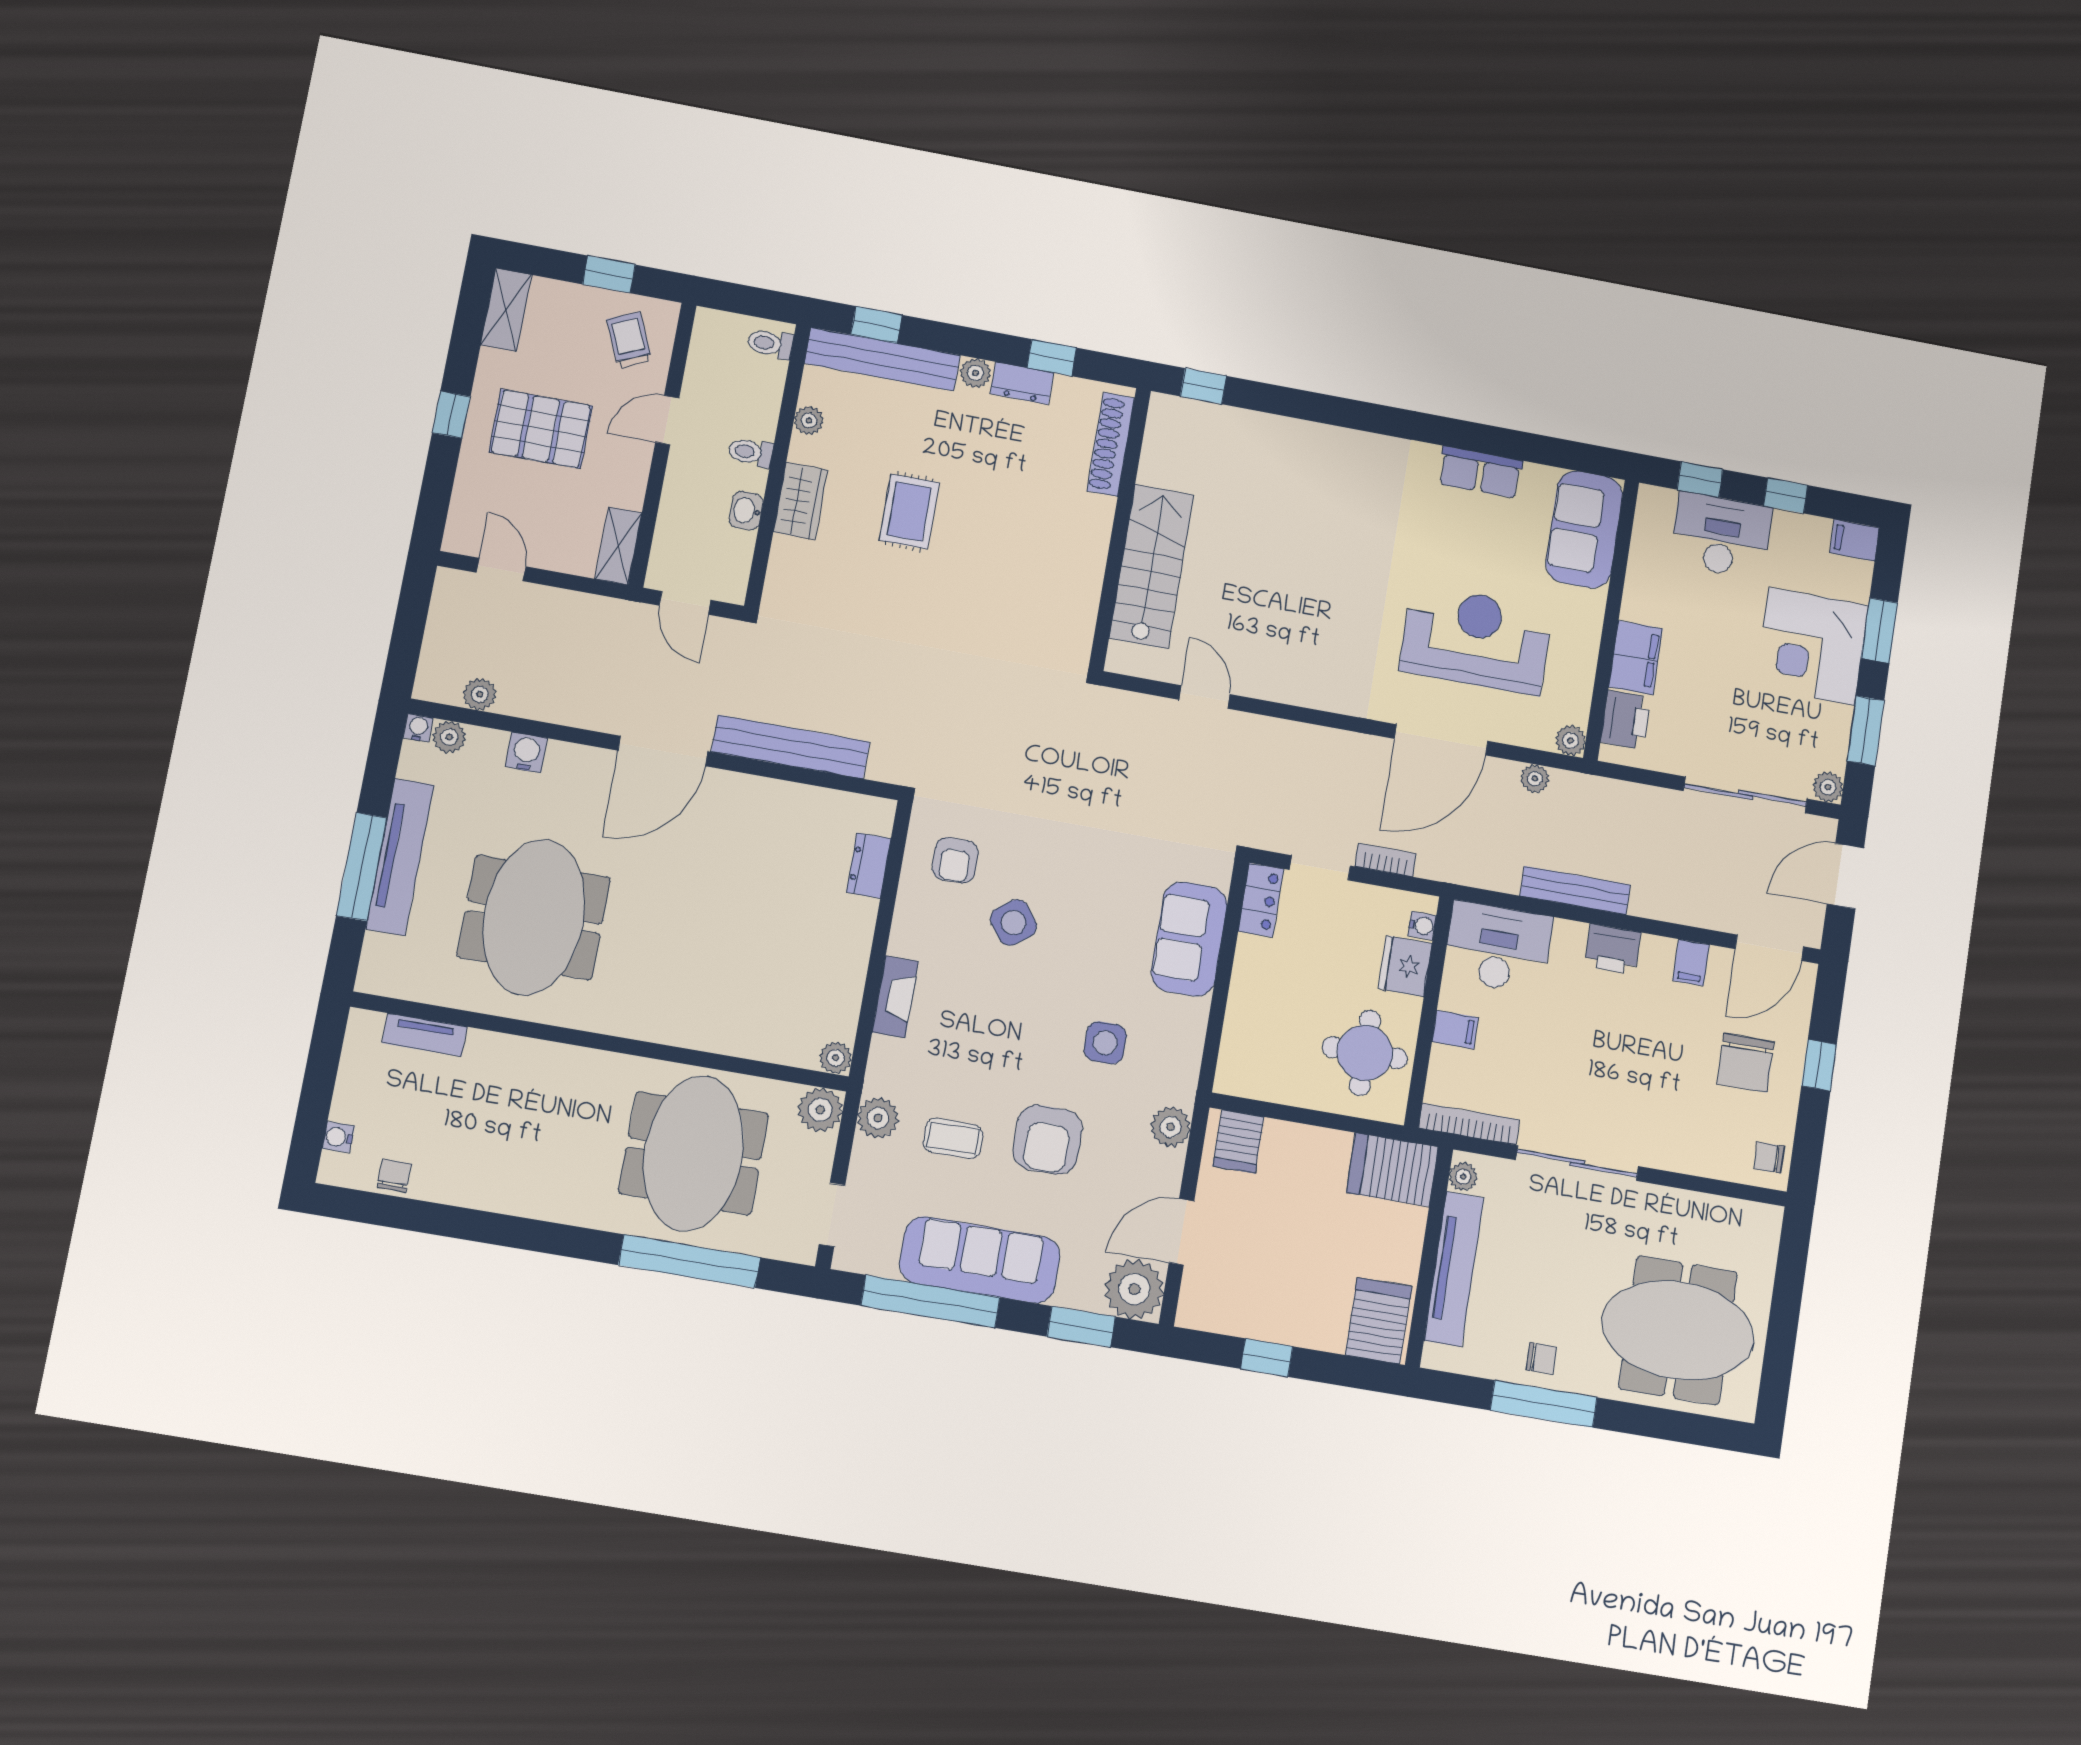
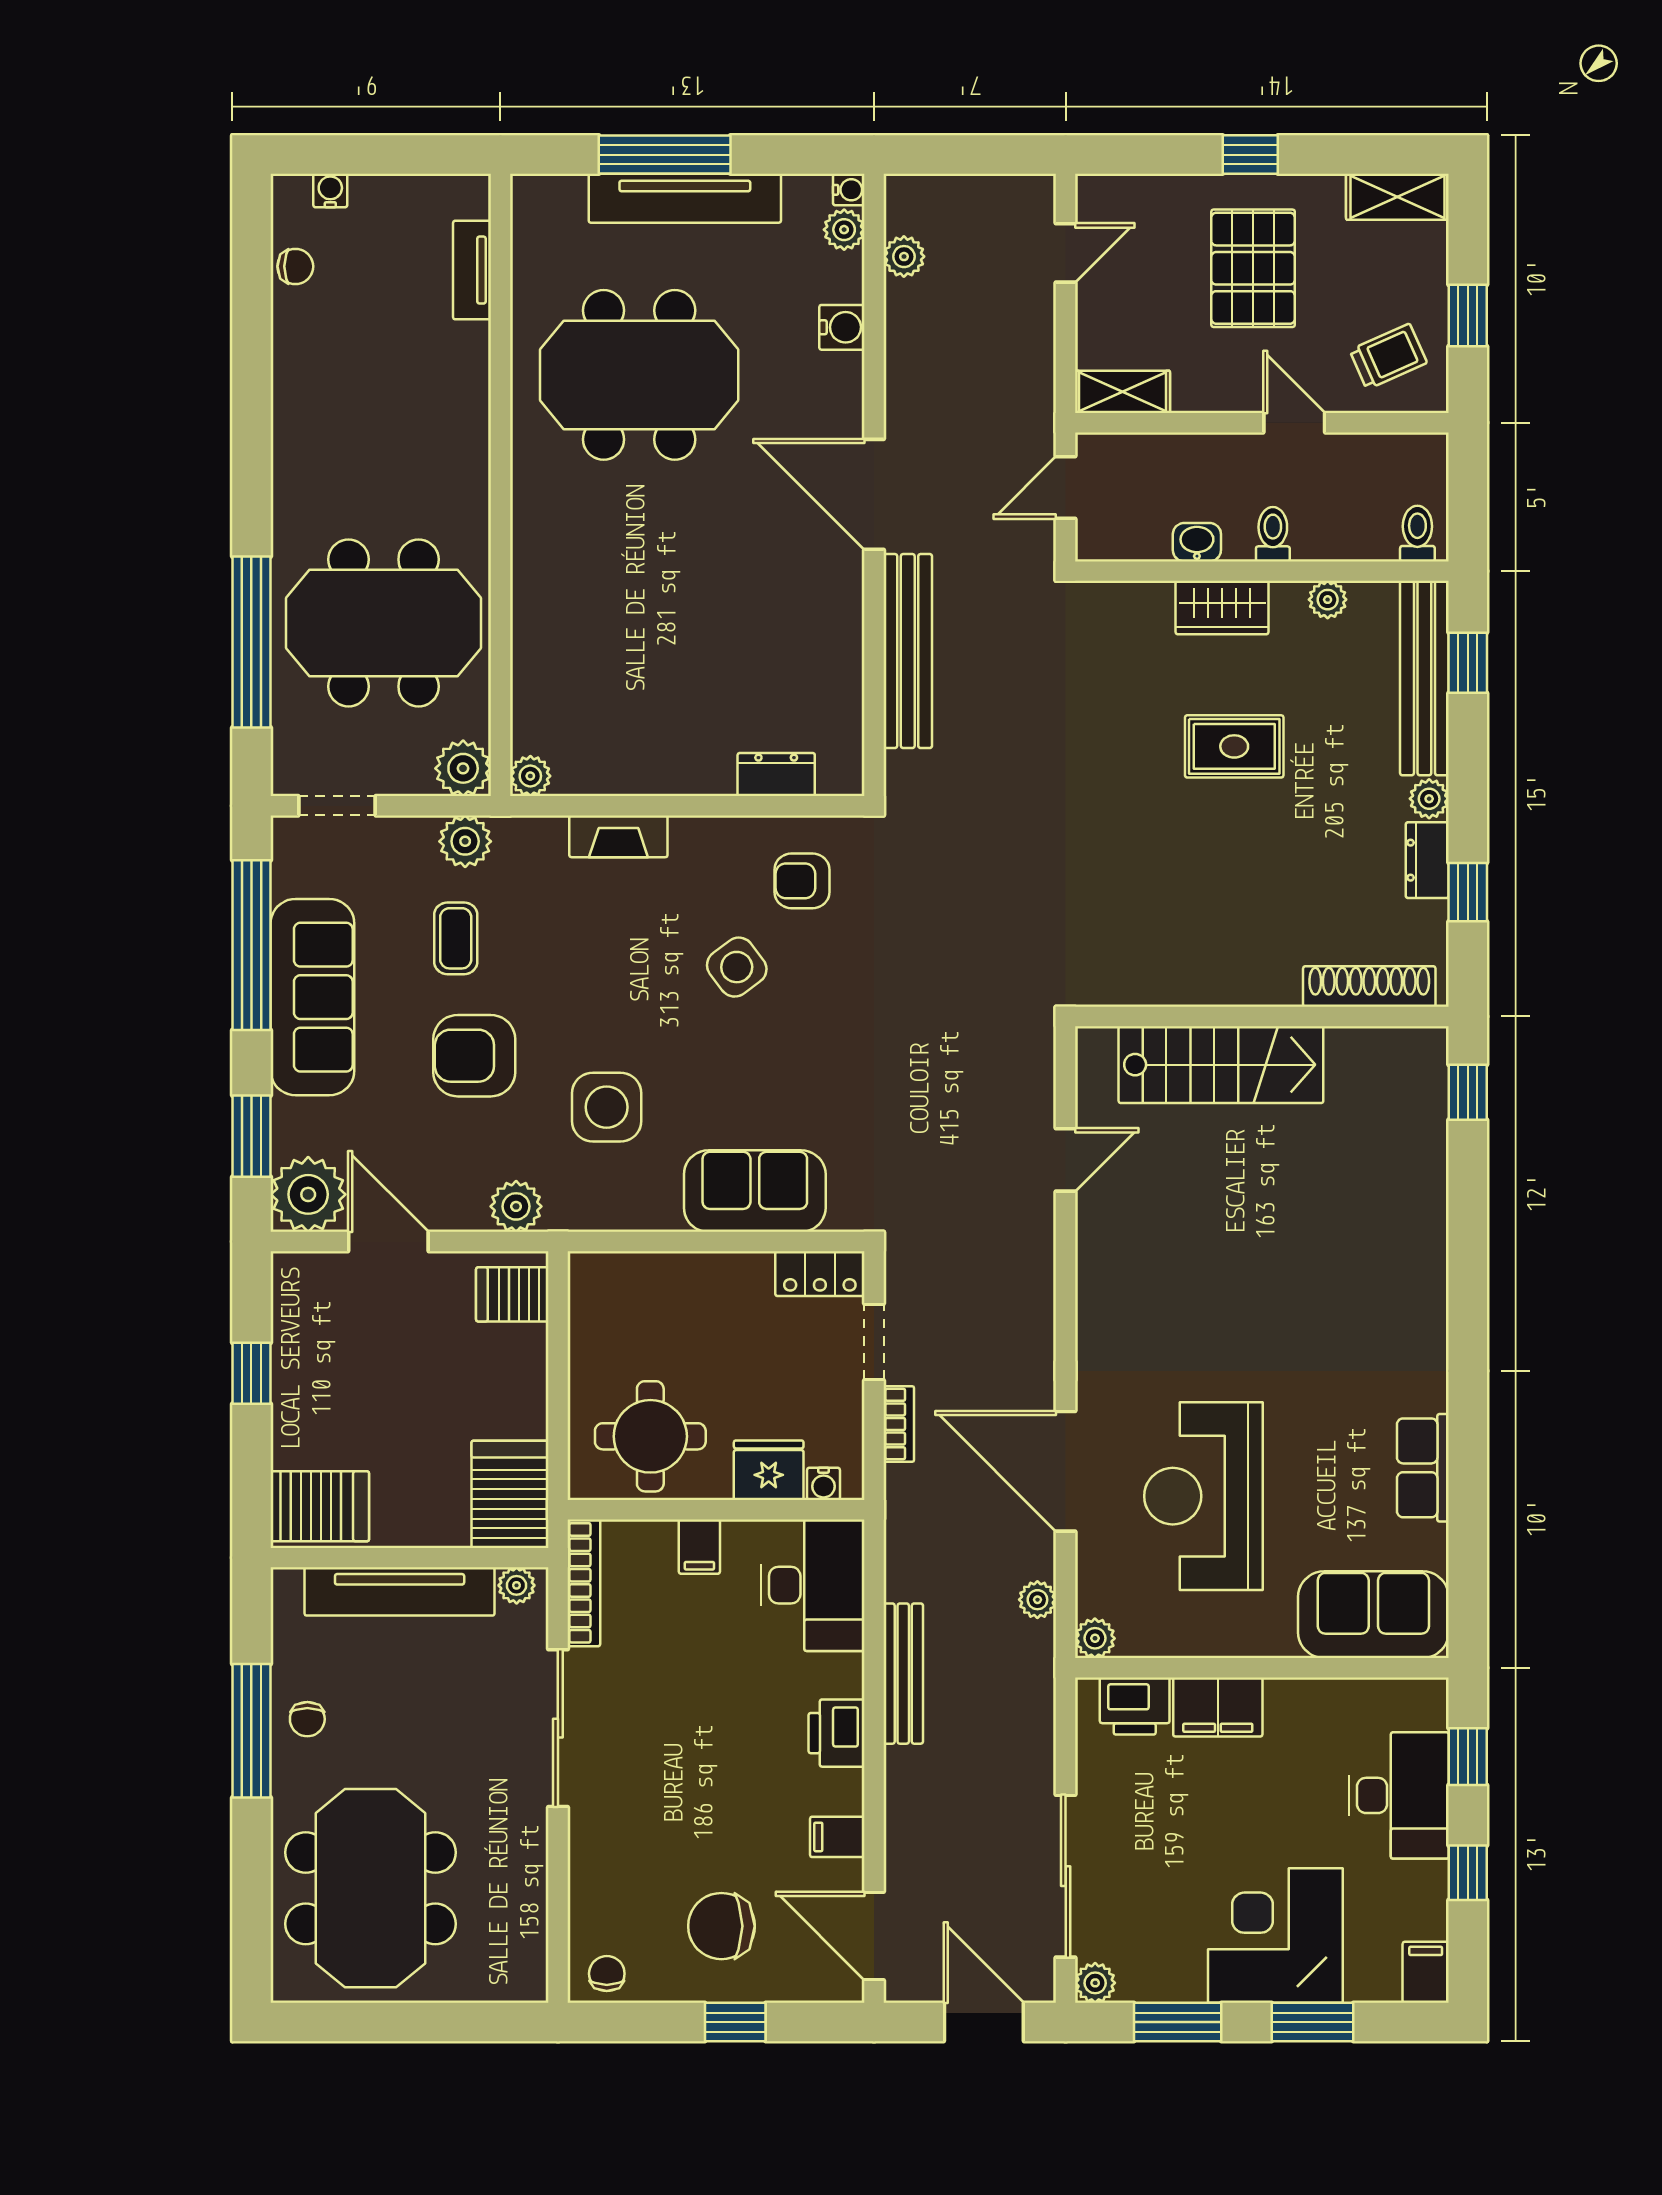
reception desk: (1476, 639) -> (1203, 1496), turned 180
side table: (1105, 1043) -> (607, 1107), width x1.37, depth x1.37

